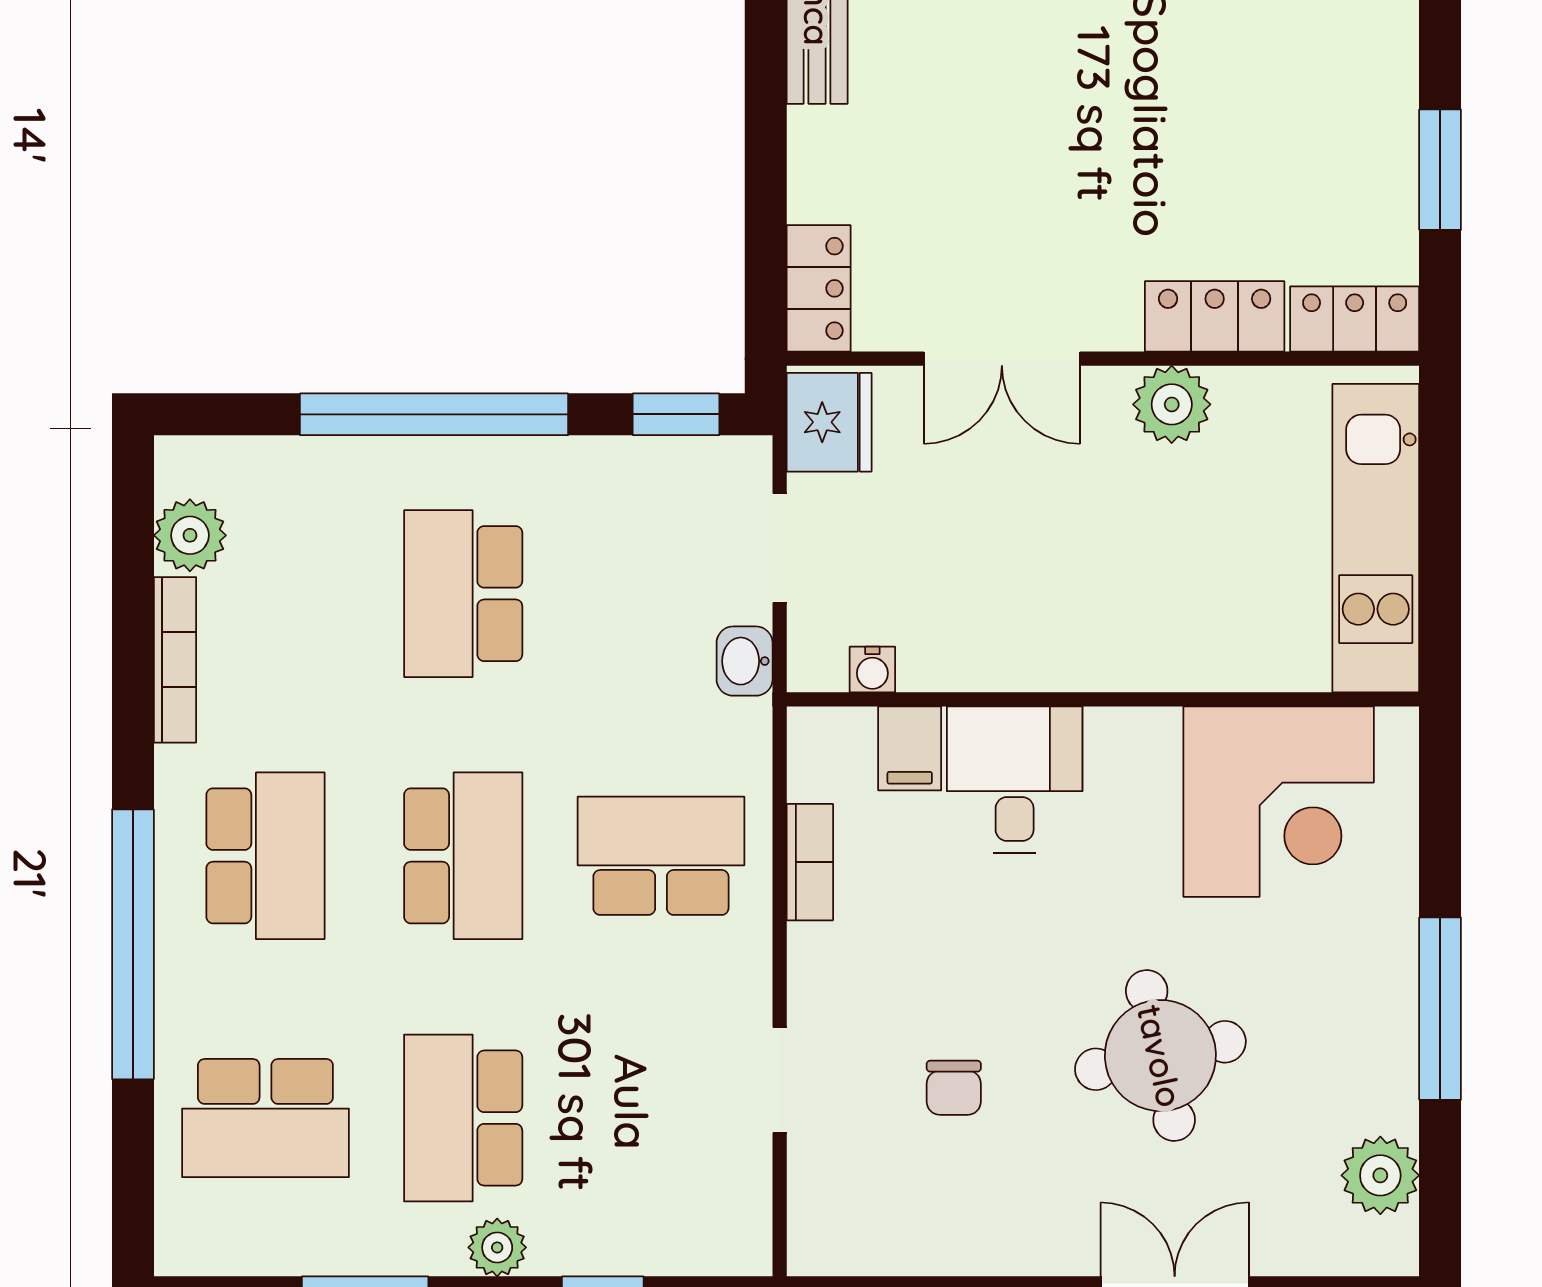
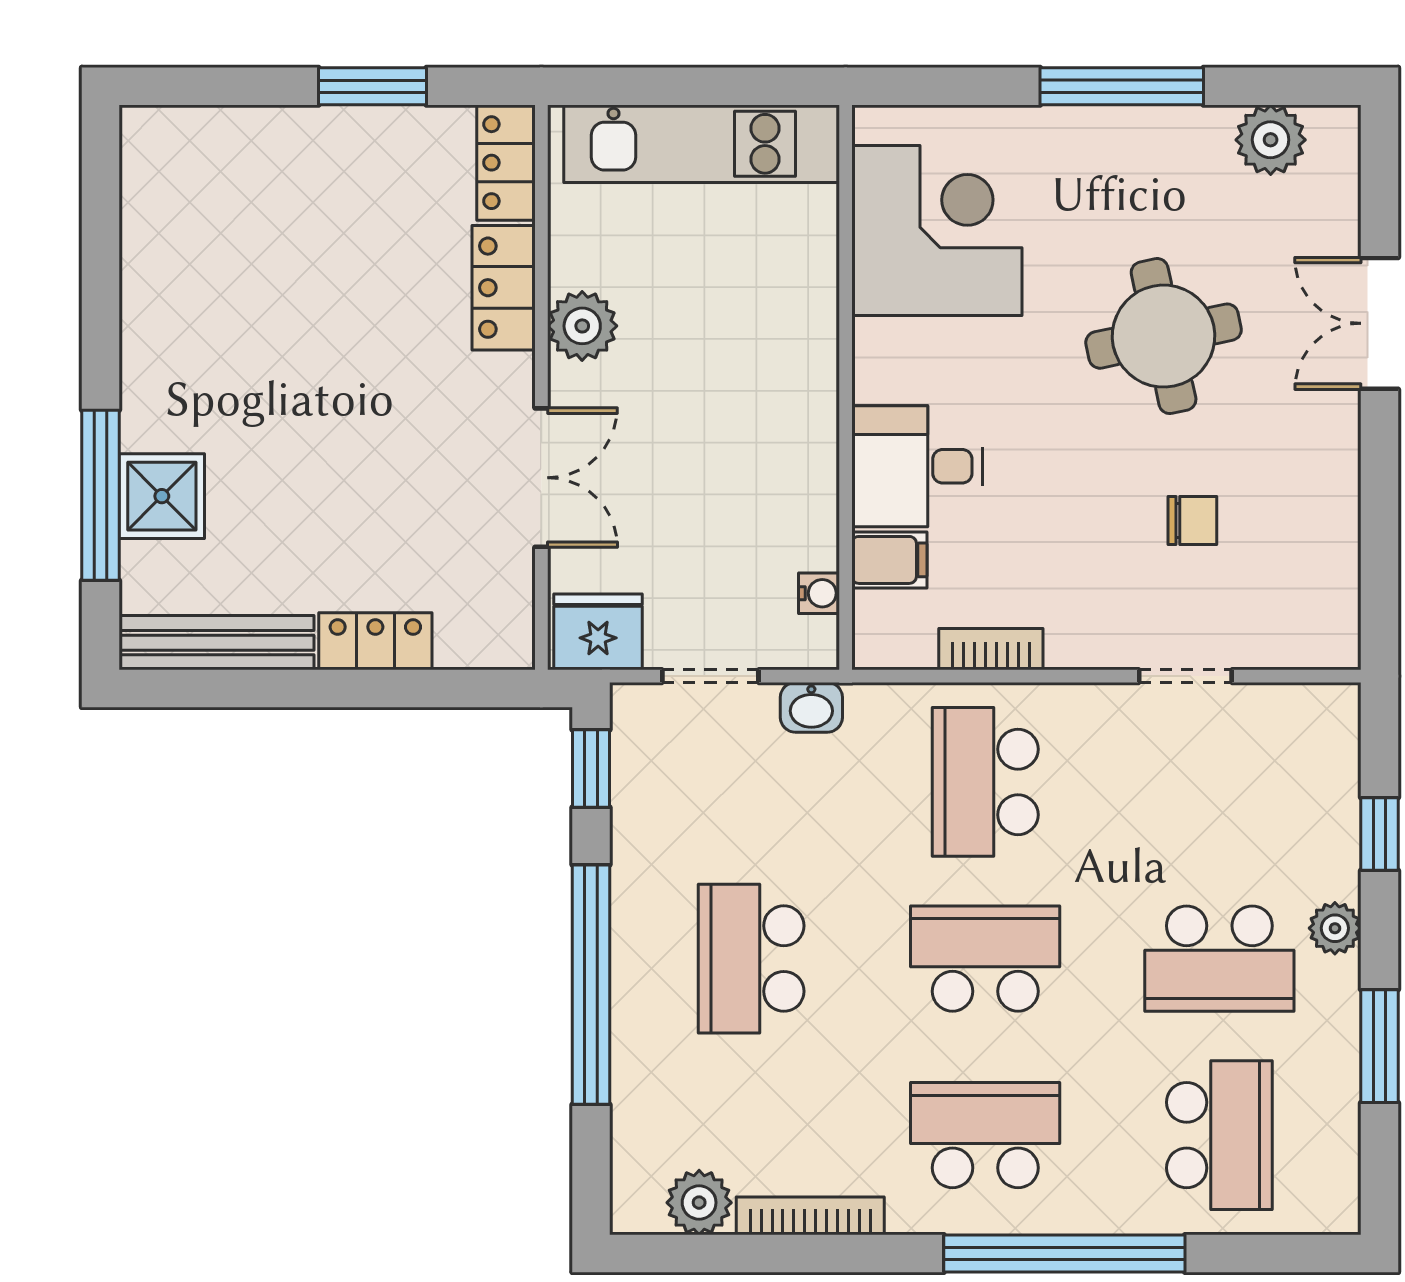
locker: (819, 288) -> (375, 641), moved
school desk: (463, 594) -> (751, 959), turned 90

